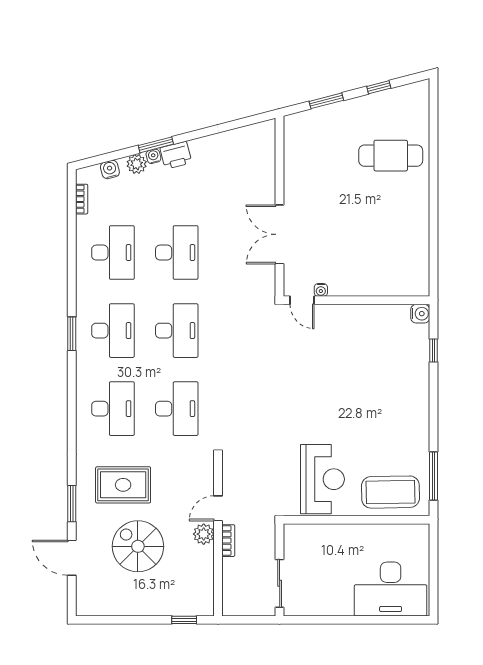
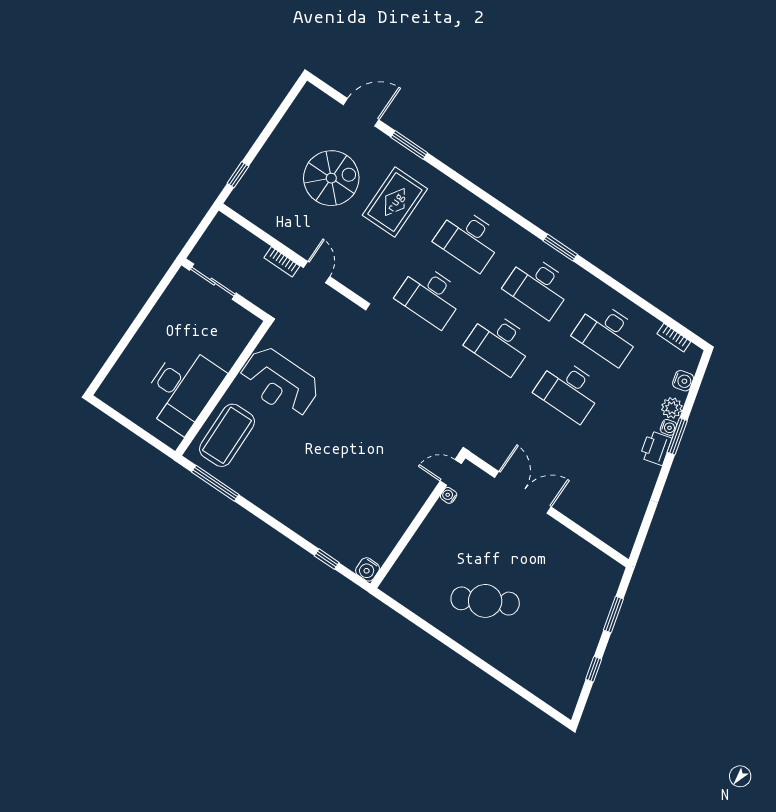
cafe table: (391, 156) -> (485, 601), moved, turned 62
plant: (204, 534) -> (303, 244), removed
desk: (391, 589) -> (182, 389), moved, turned 180

